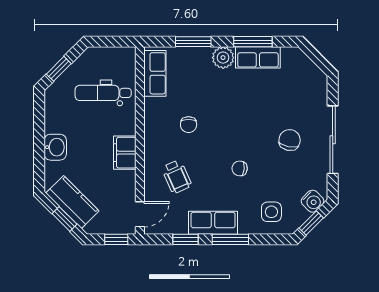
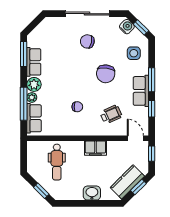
window: (193, 42) -> (24, 104), width x1.44
window: (253, 42) -> (24, 54), moved
plant: (203, 54) -> (32, 97), added
row of seats: (155, 73) -> (34, 118), moved, turned 90
chair: (240, 168) -> (106, 74), width x1.87, depth x1.87

